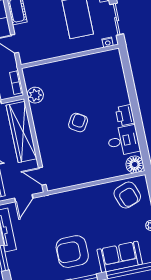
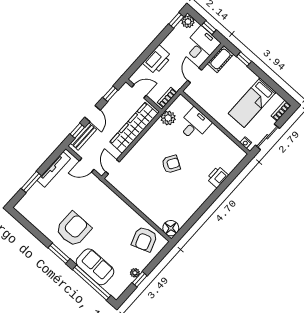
printer: (125, 115) -> (218, 177), moved
desk: (123, 141) -> (194, 124), moved, turned -90
armchair: (72, 252) -> (73, 229), turned 90

